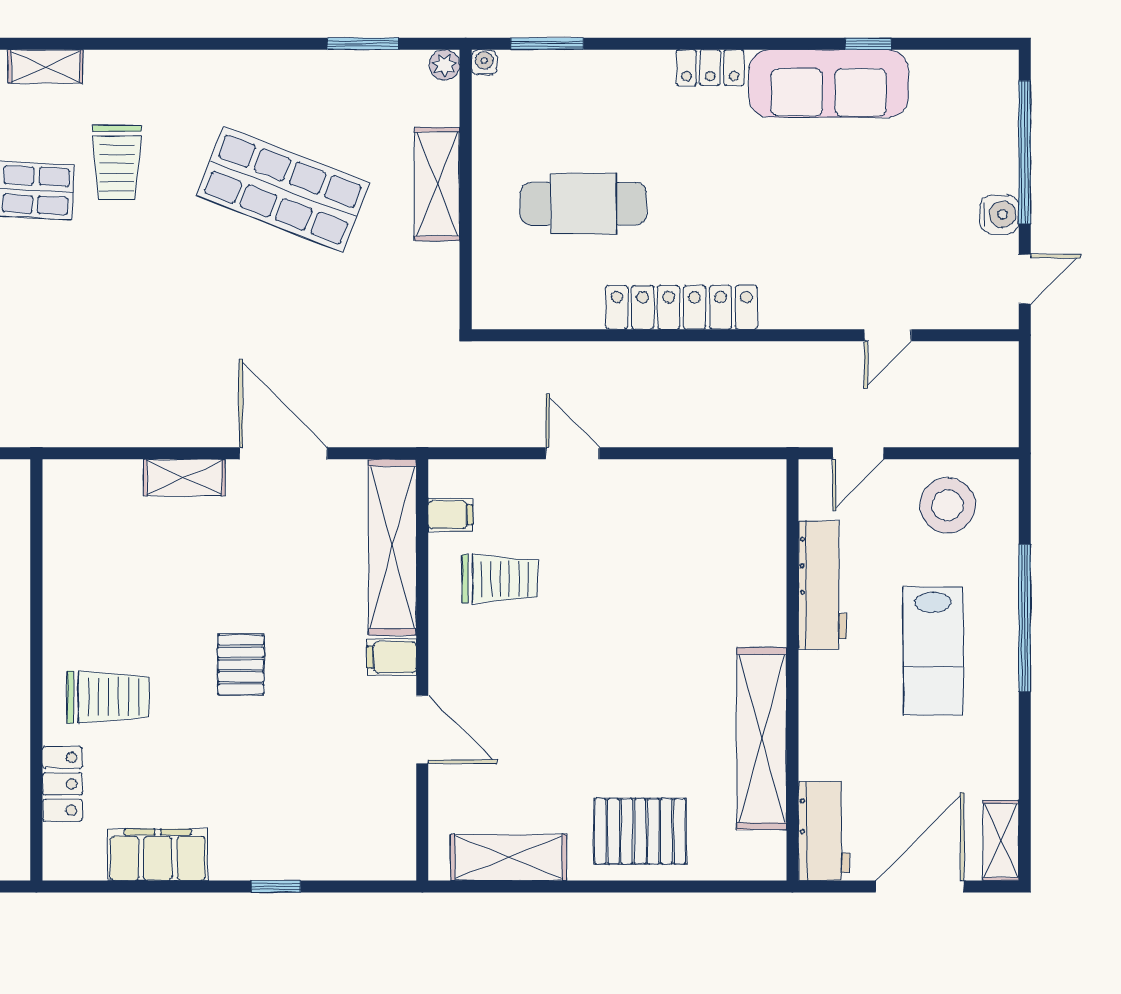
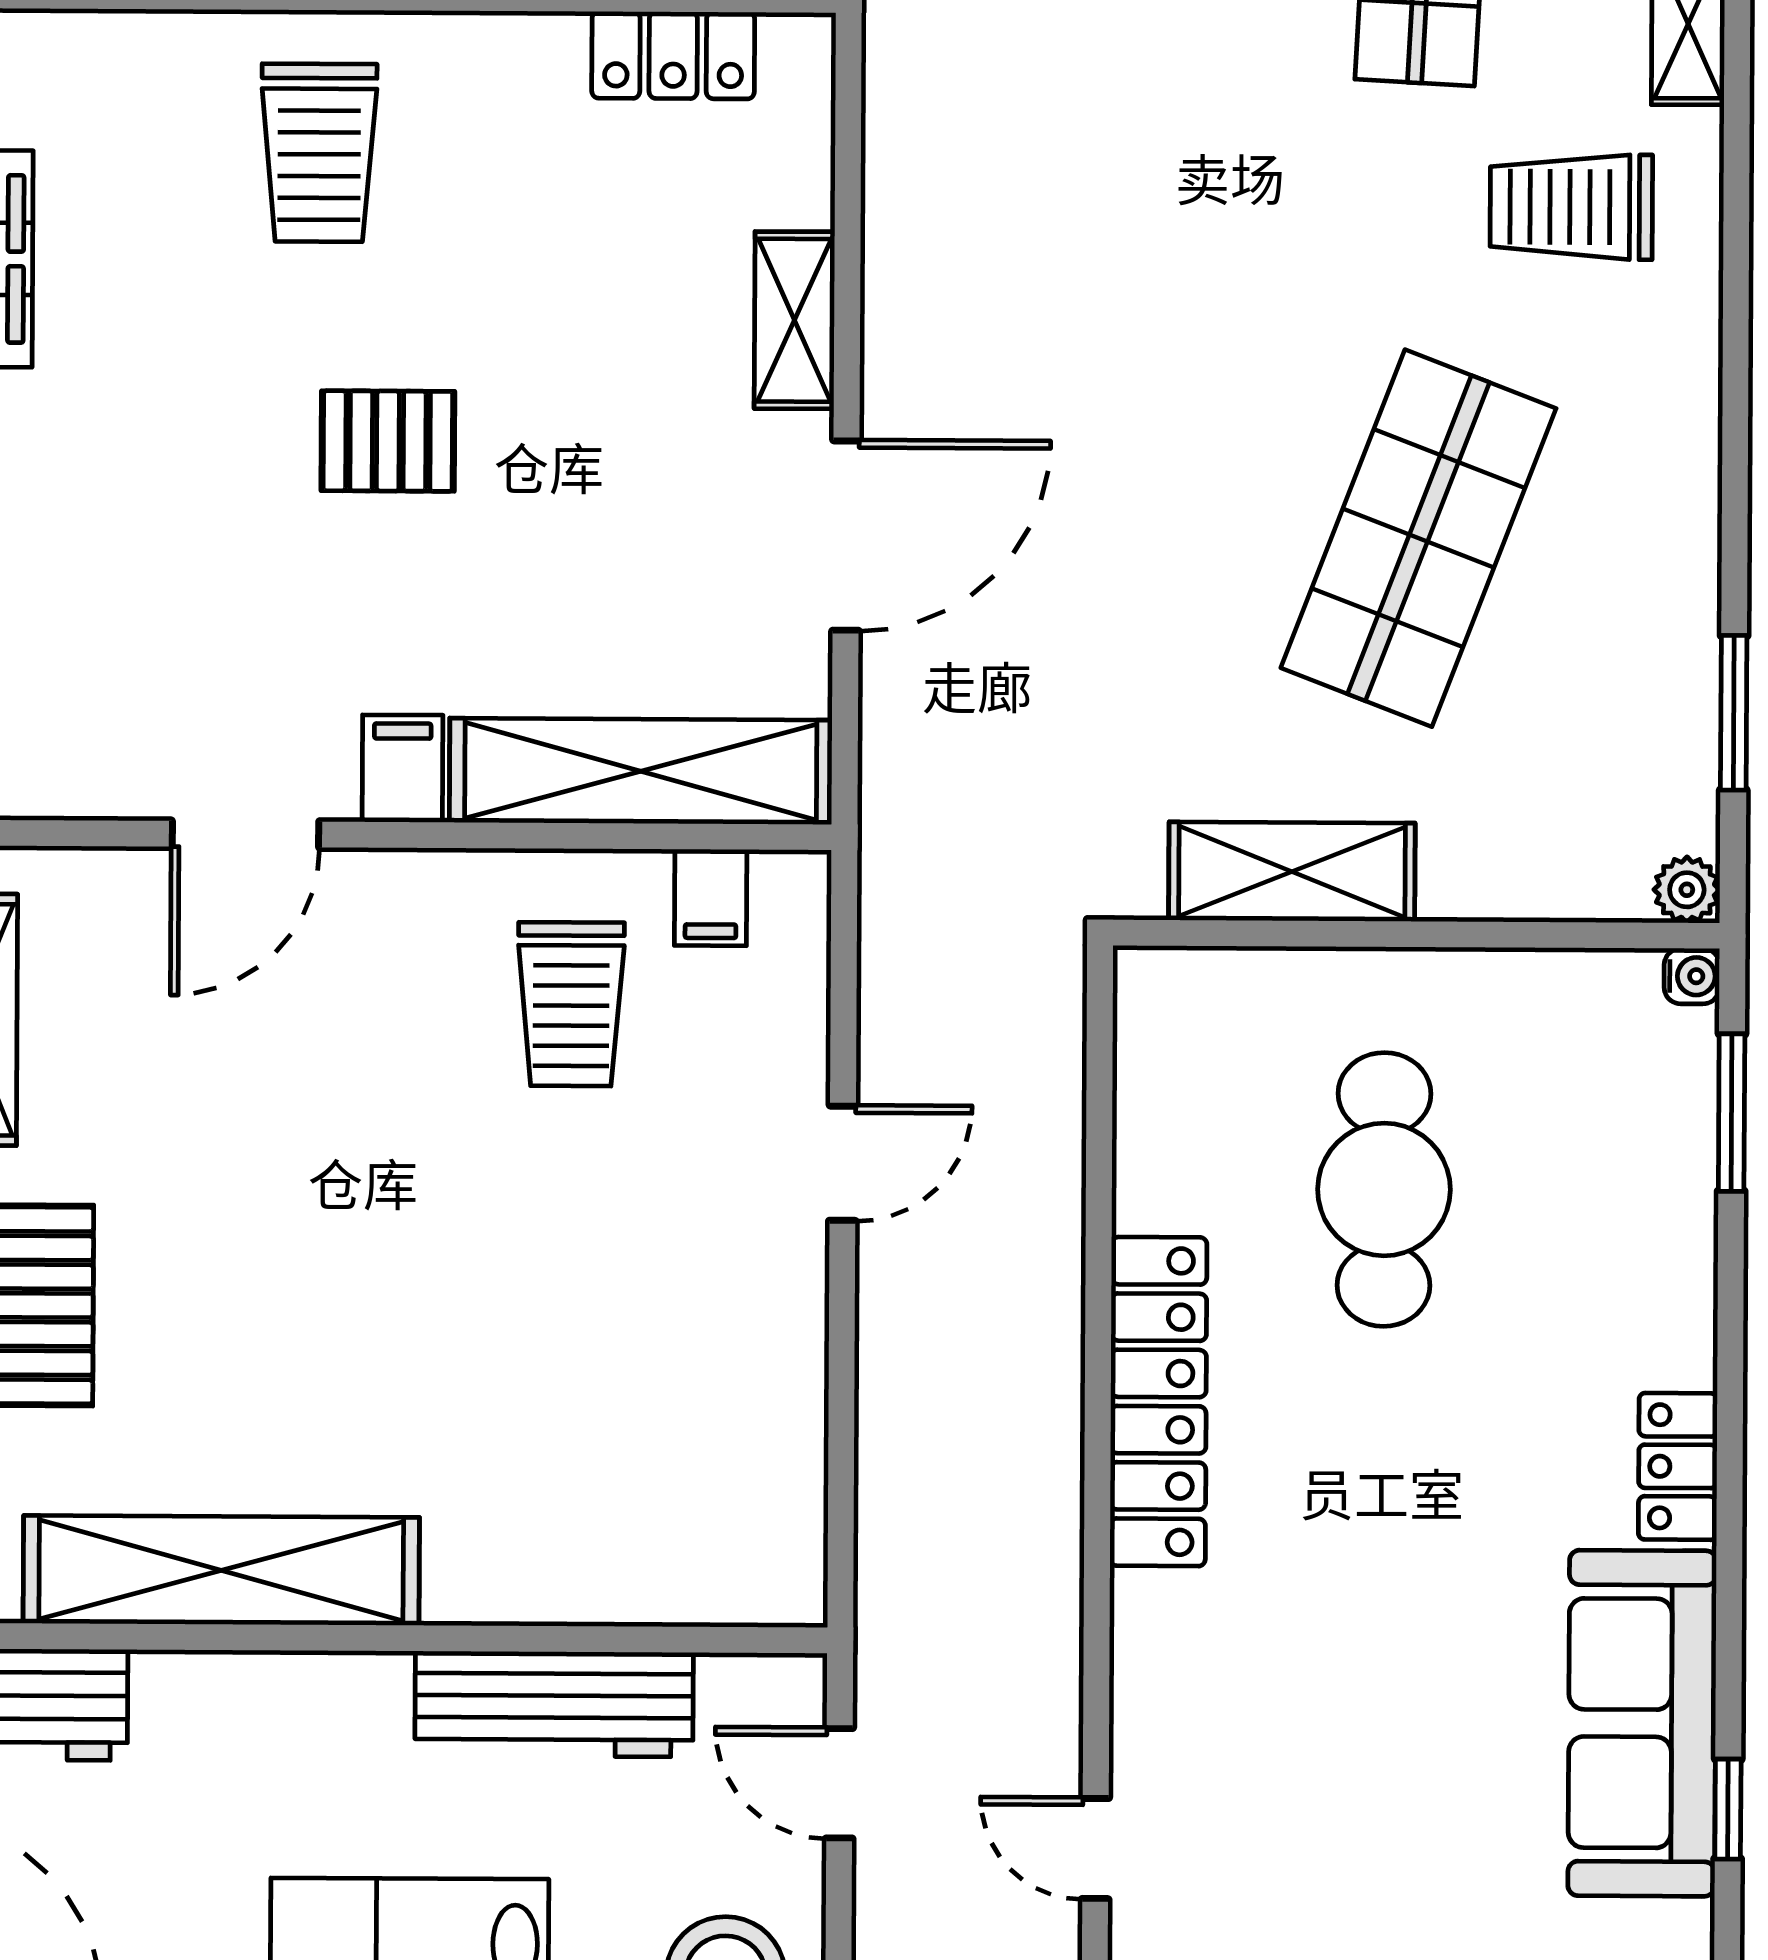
trolley: (117, 163) -> (1571, 207), moved
shelving: (437, 184) -> (1292, 872), moved
locker: (62, 784) -> (673, 55), moved

